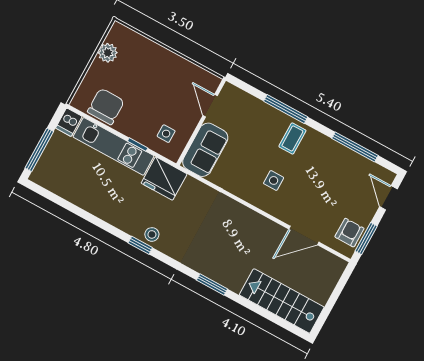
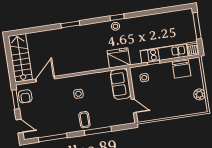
fridge: (164, 179) -> (119, 58), moved
stairs: (282, 301) -> (20, 58), moved, turned -90

